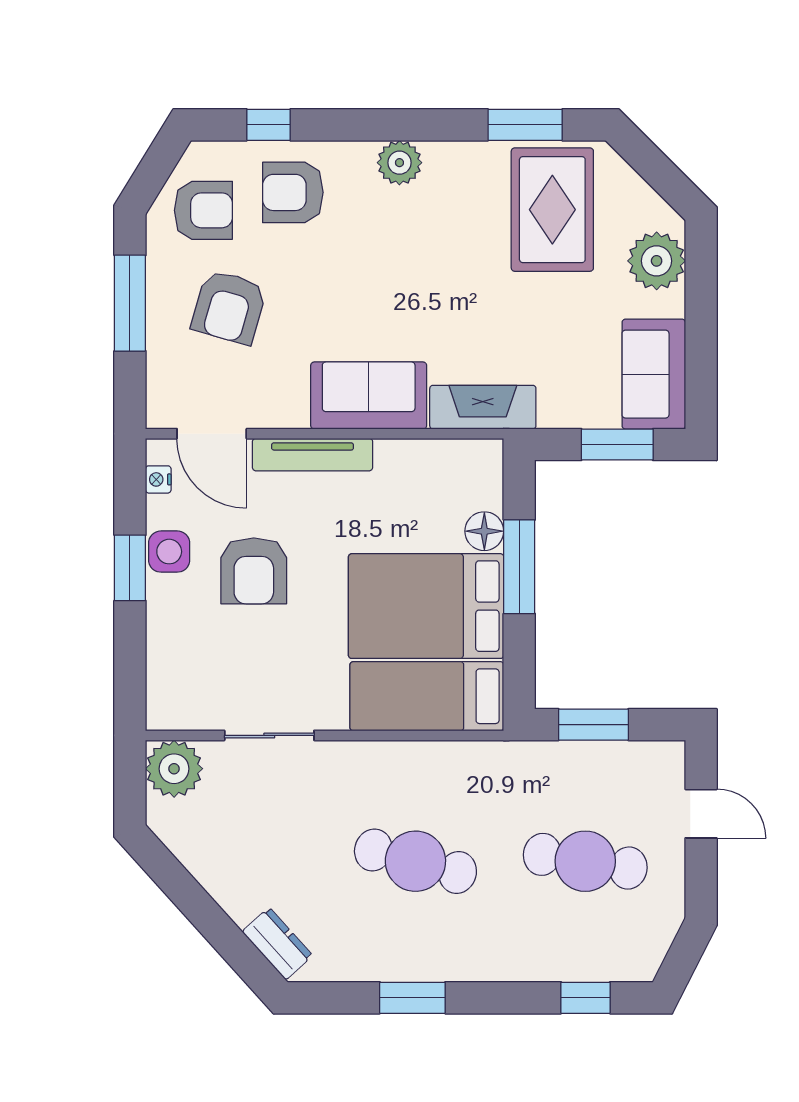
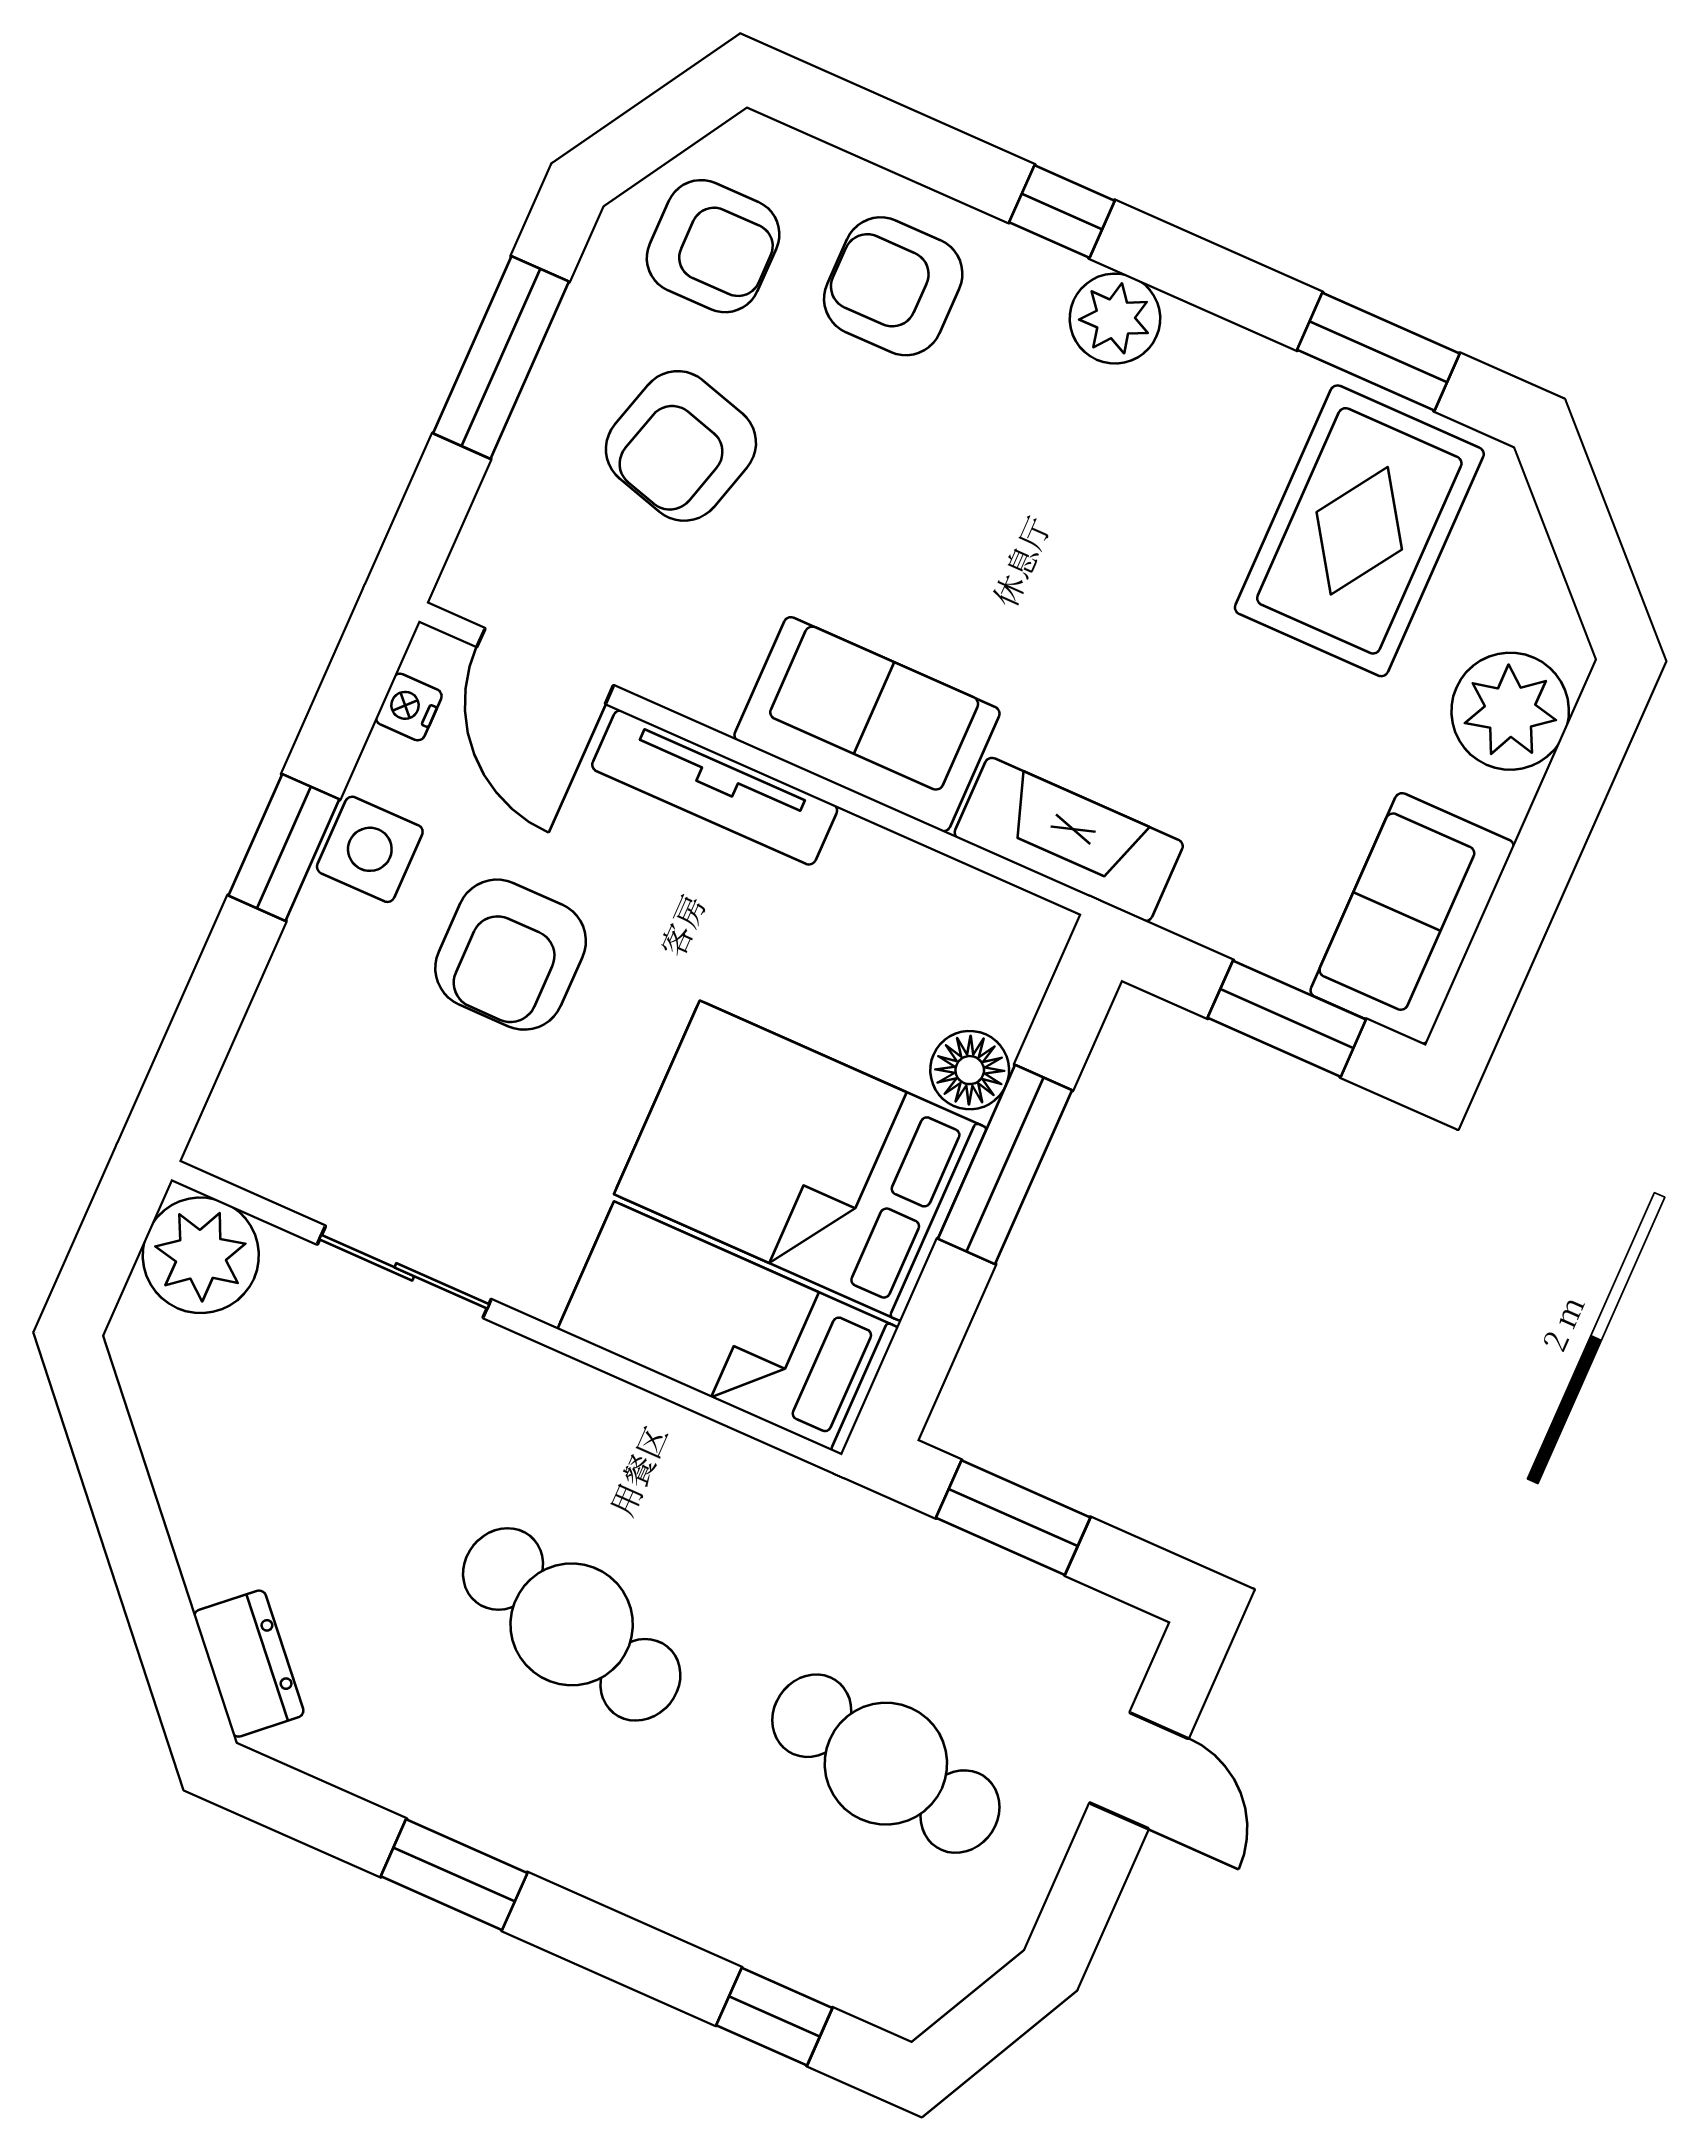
window: (269, 125) -> (1062, 211), moved

